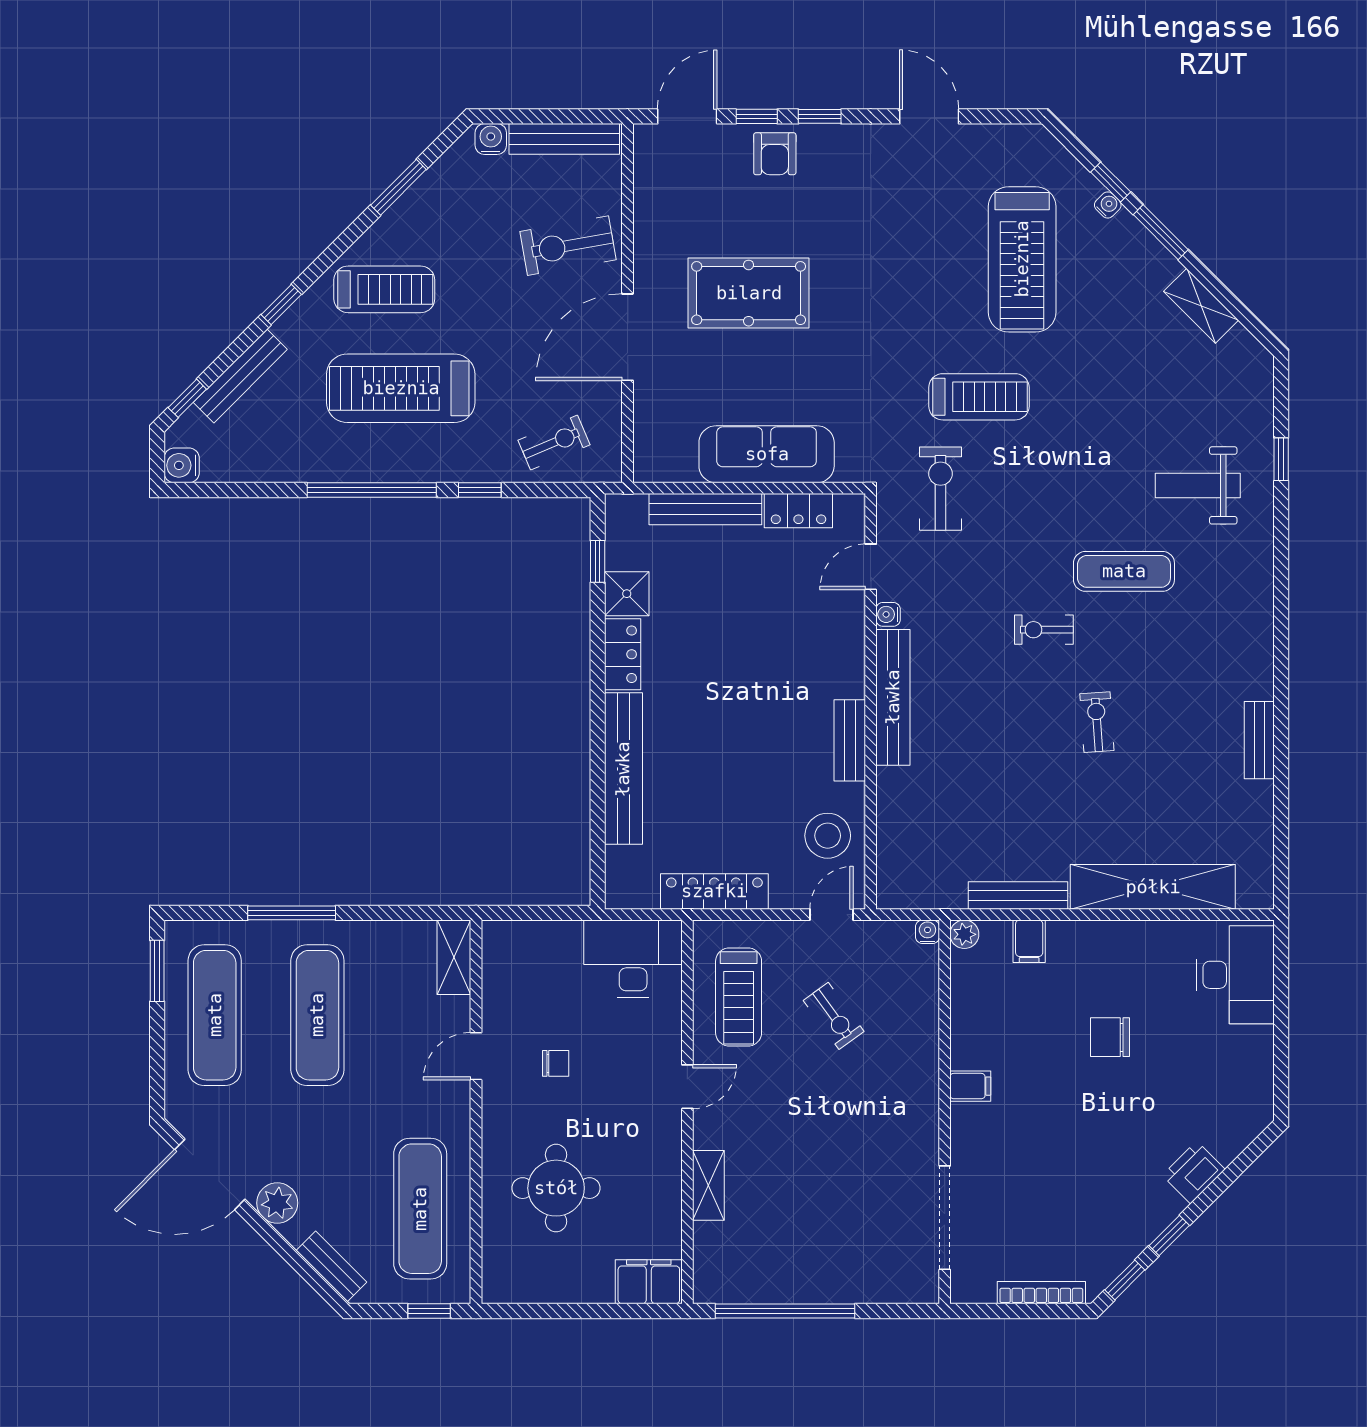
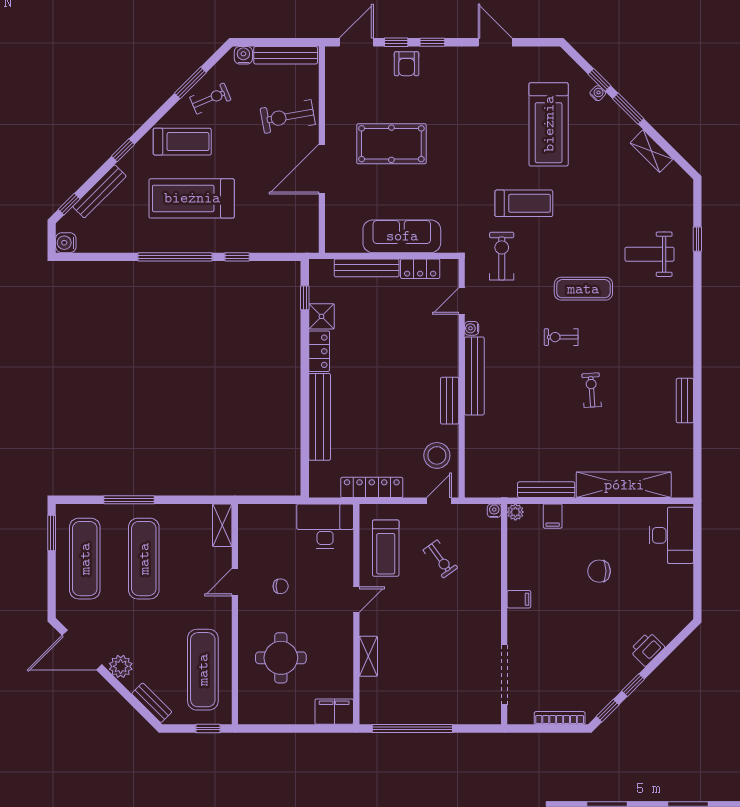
exercise bike: (554, 442) -> (210, 99), moved
exercise mat: (1124, 571) -> (583, 289), moved

